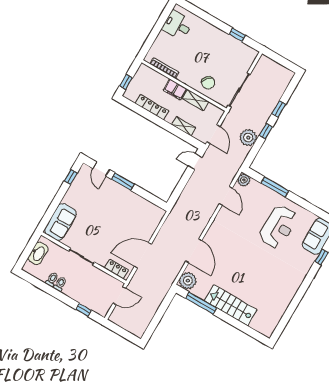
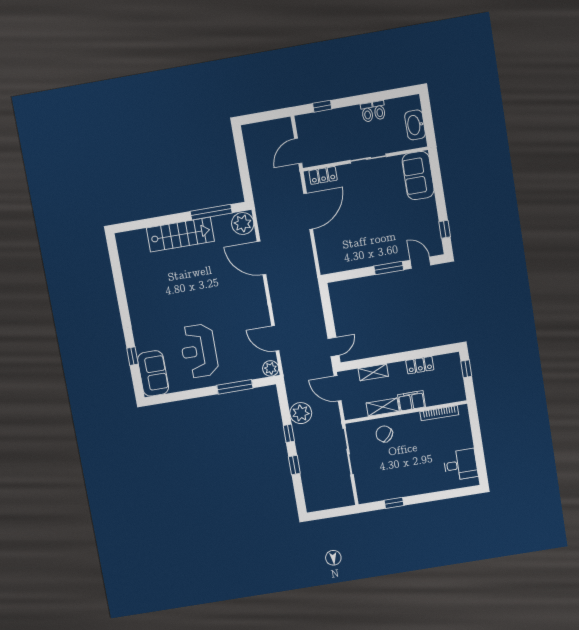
locker: (152, 107) -> (420, 365), width x0.66

